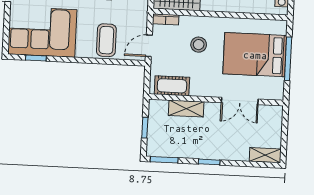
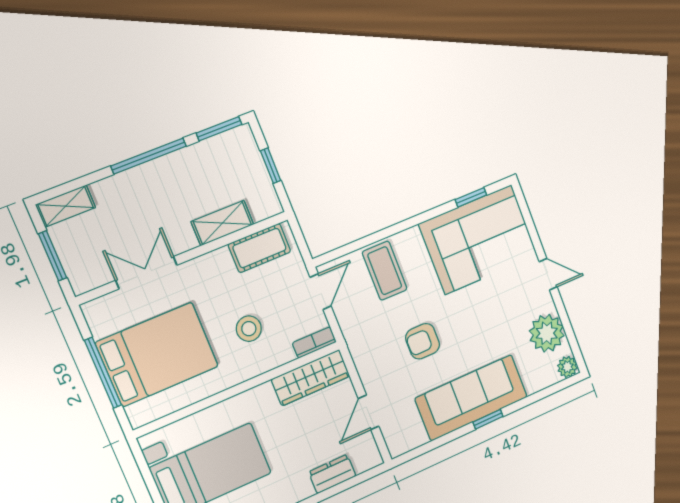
window: (284, 132) -> (53, 256), added
window: (209, 162) -> (149, 156), width x2.17

